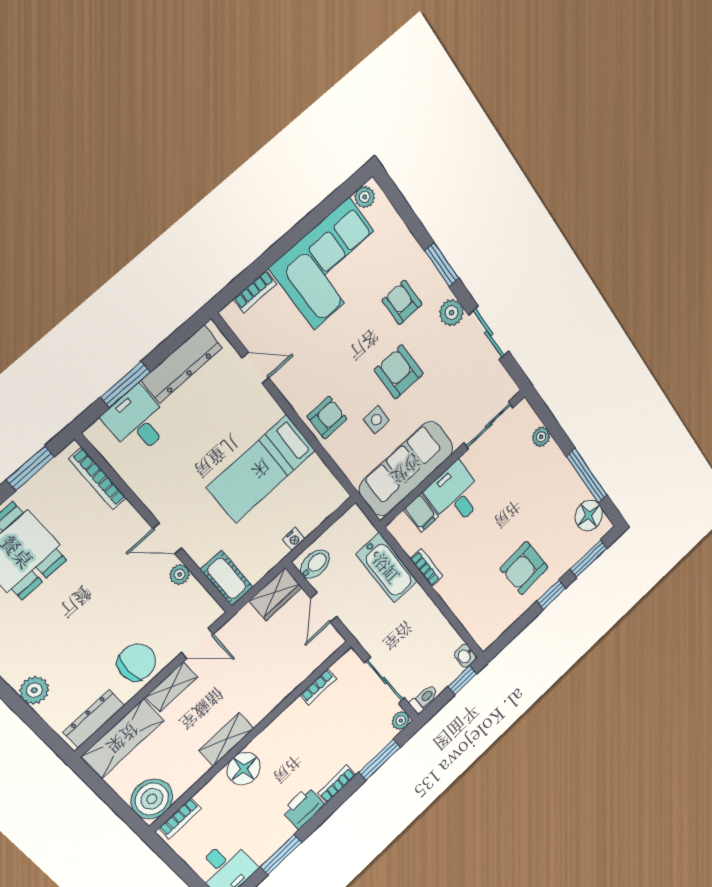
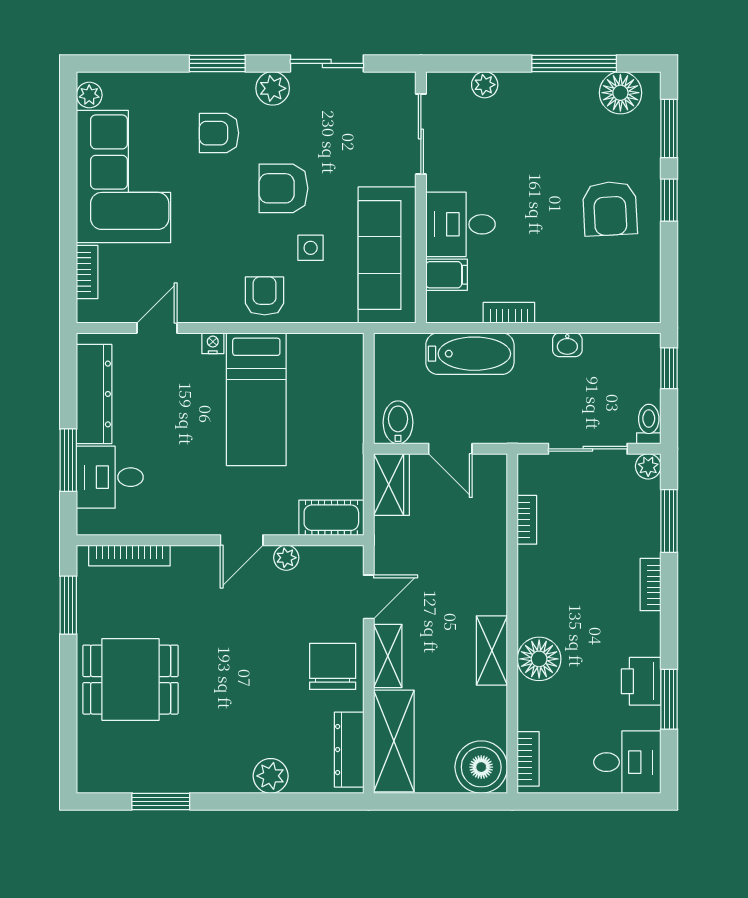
nightstand: (294, 539) -> (213, 343), moved, turned -90
washbasin: (465, 656) -> (567, 345), moved
printer: (303, 808) -> (641, 681), moved

